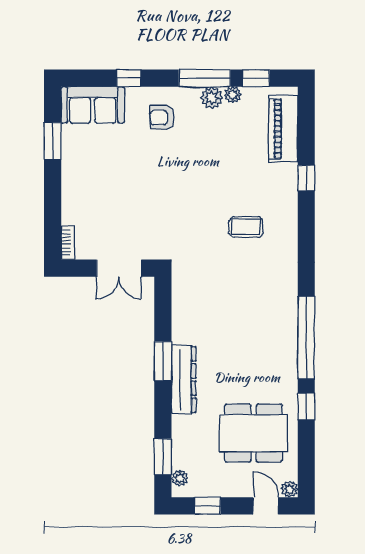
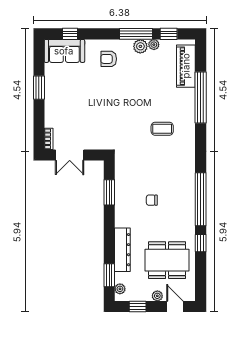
window: (129, 78) -> (70, 34), moved
window: (53, 141) -> (39, 88), moved
window: (306, 178) -> (201, 98), width x3.17
double door: (119, 268) -> (70, 155), moved
chair: (230, 339) -> (152, 200), added
window: (163, 361) -> (109, 192), moved
dresser: (184, 380) -> (122, 250), moved
plant: (290, 489) -> (157, 296), moved

